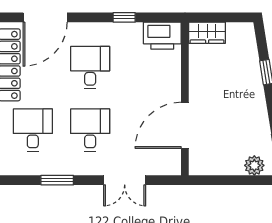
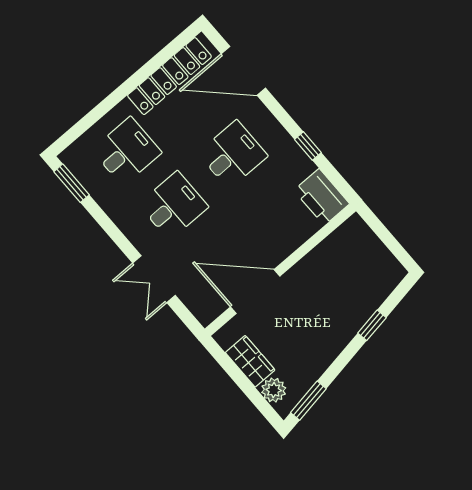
wardrobe: (207, 33) -> (250, 361), moved, turned 180
window: (57, 180) -> (72, 183), moved

